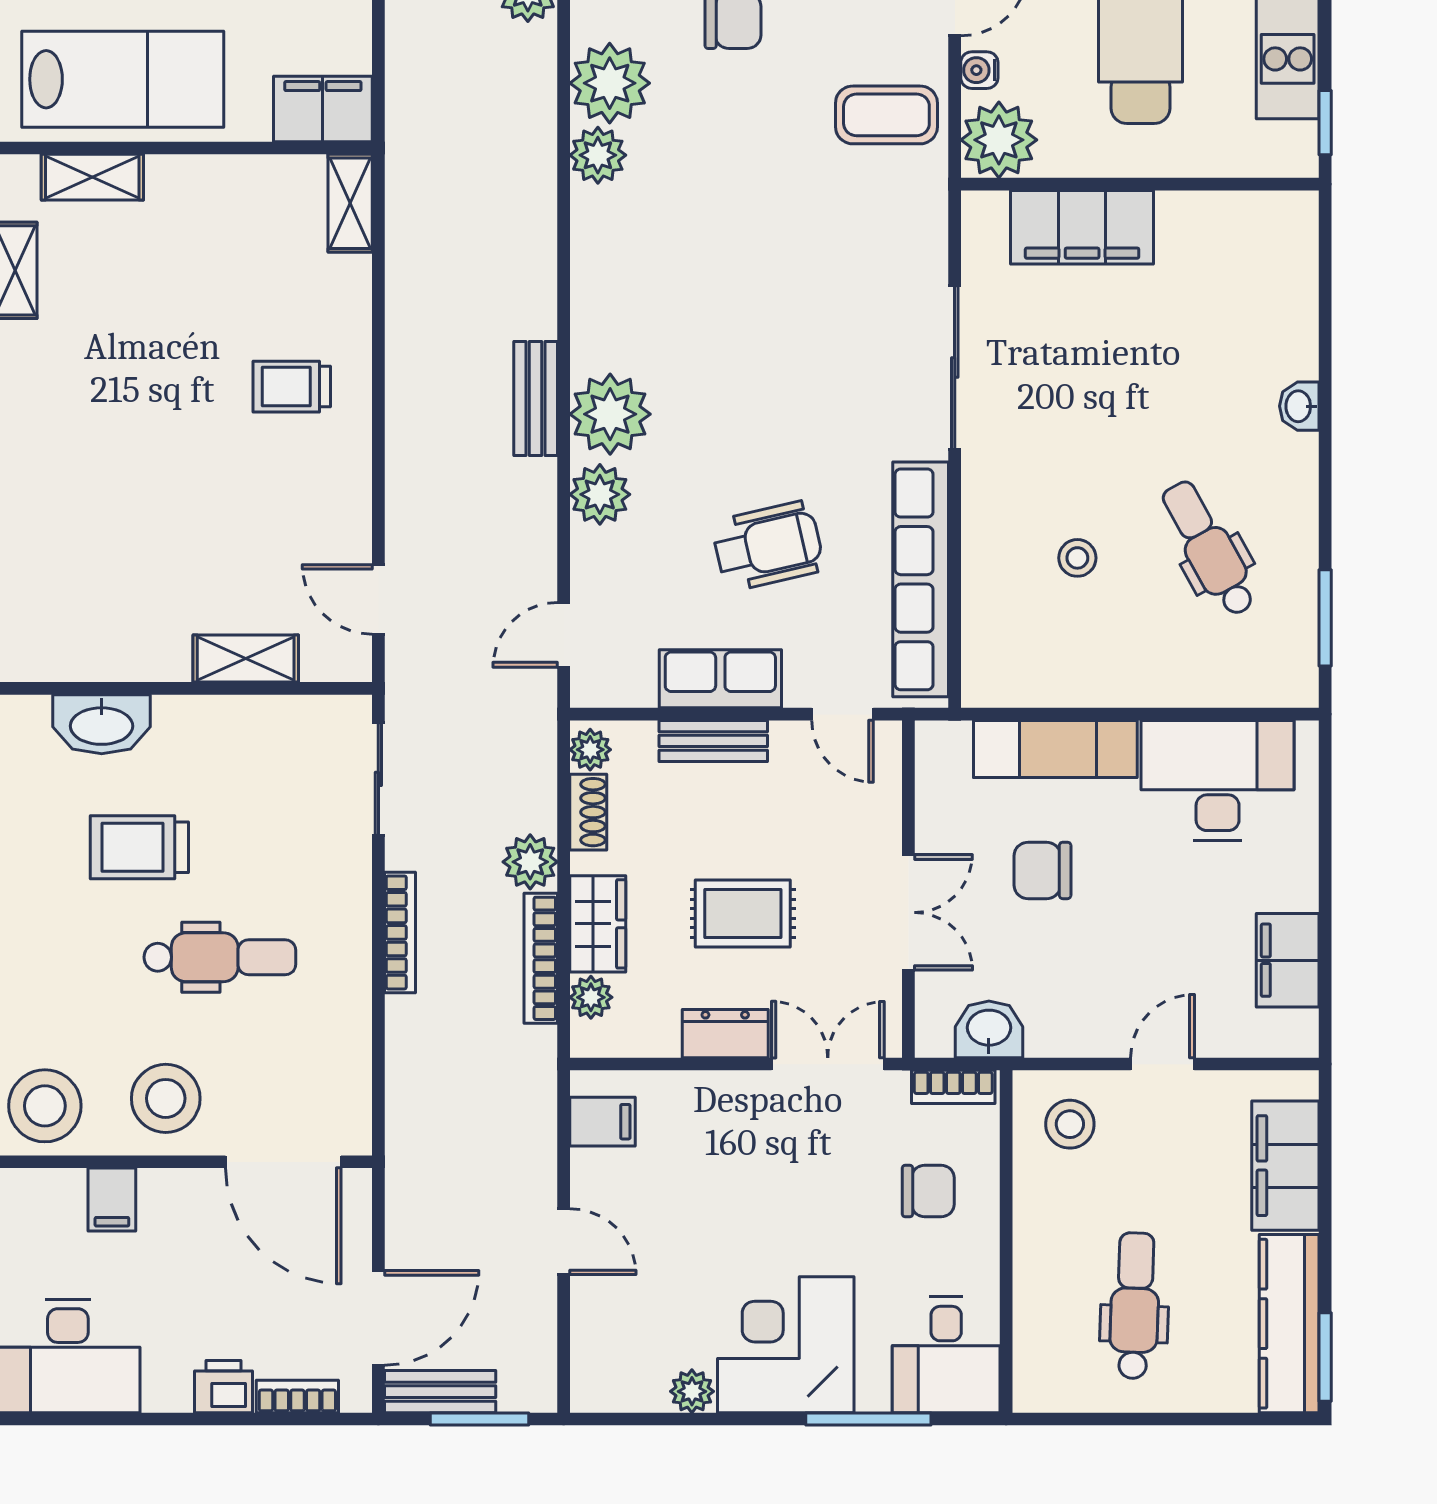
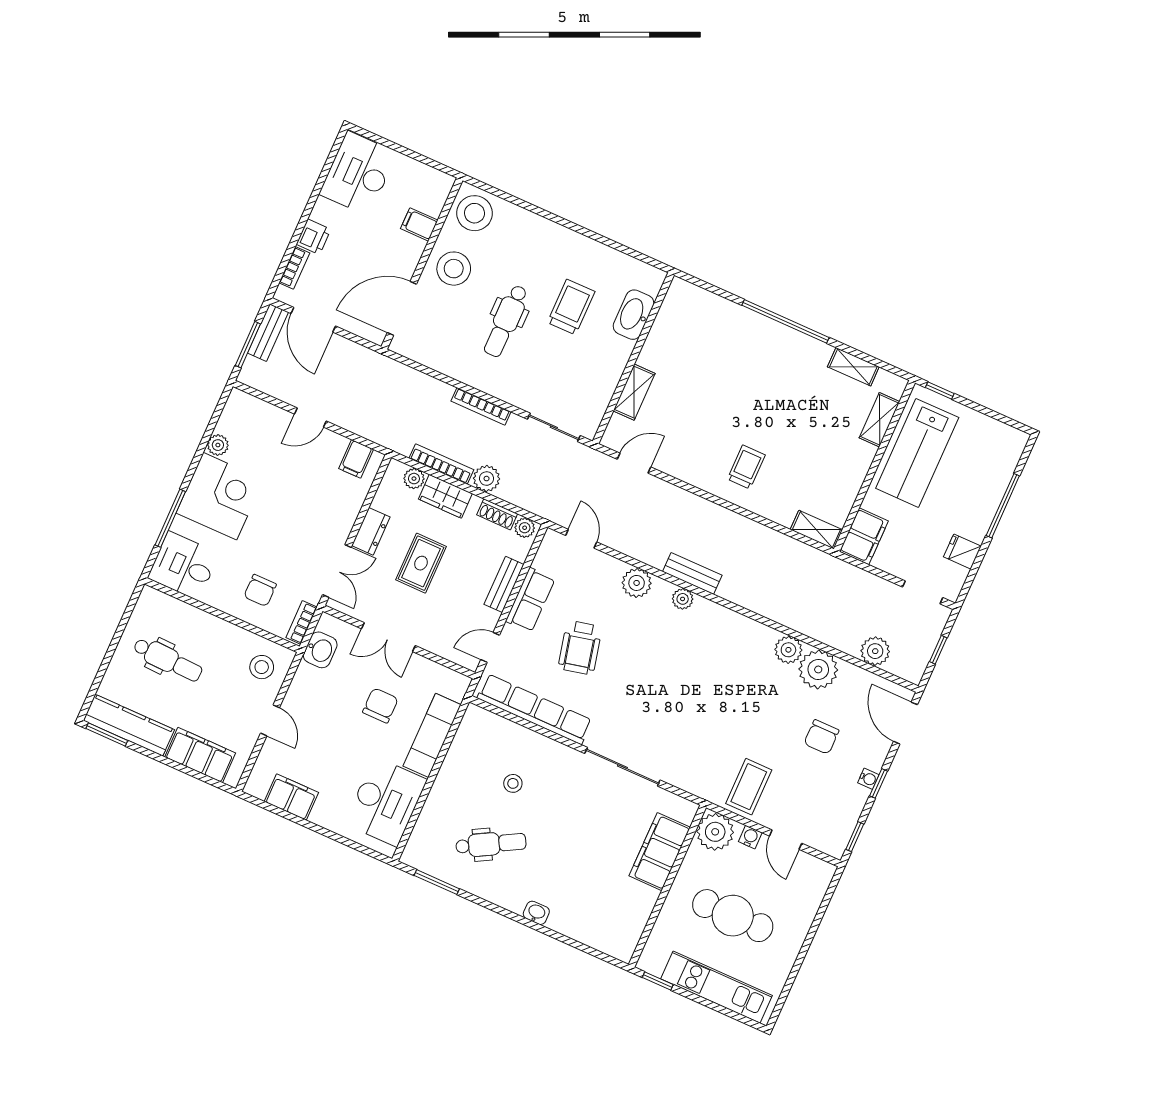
plant: (610, 414) -> (683, 599), width x0.53, depth x0.53

